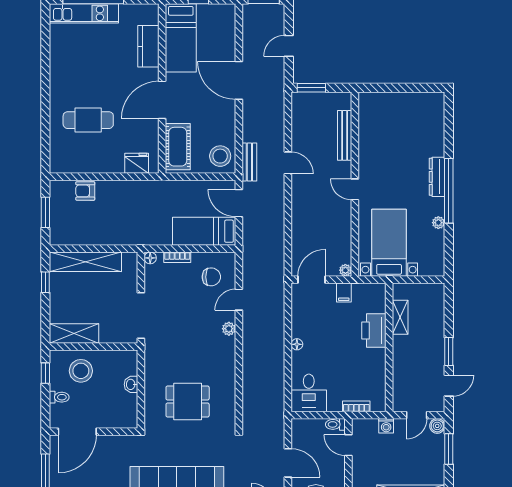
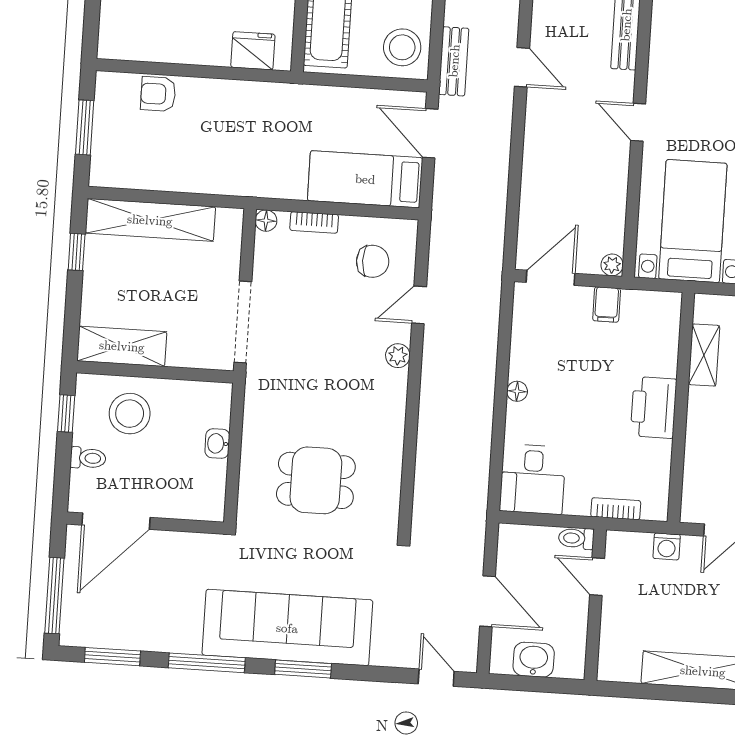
printer: (374, 330) -> (654, 407), moved

